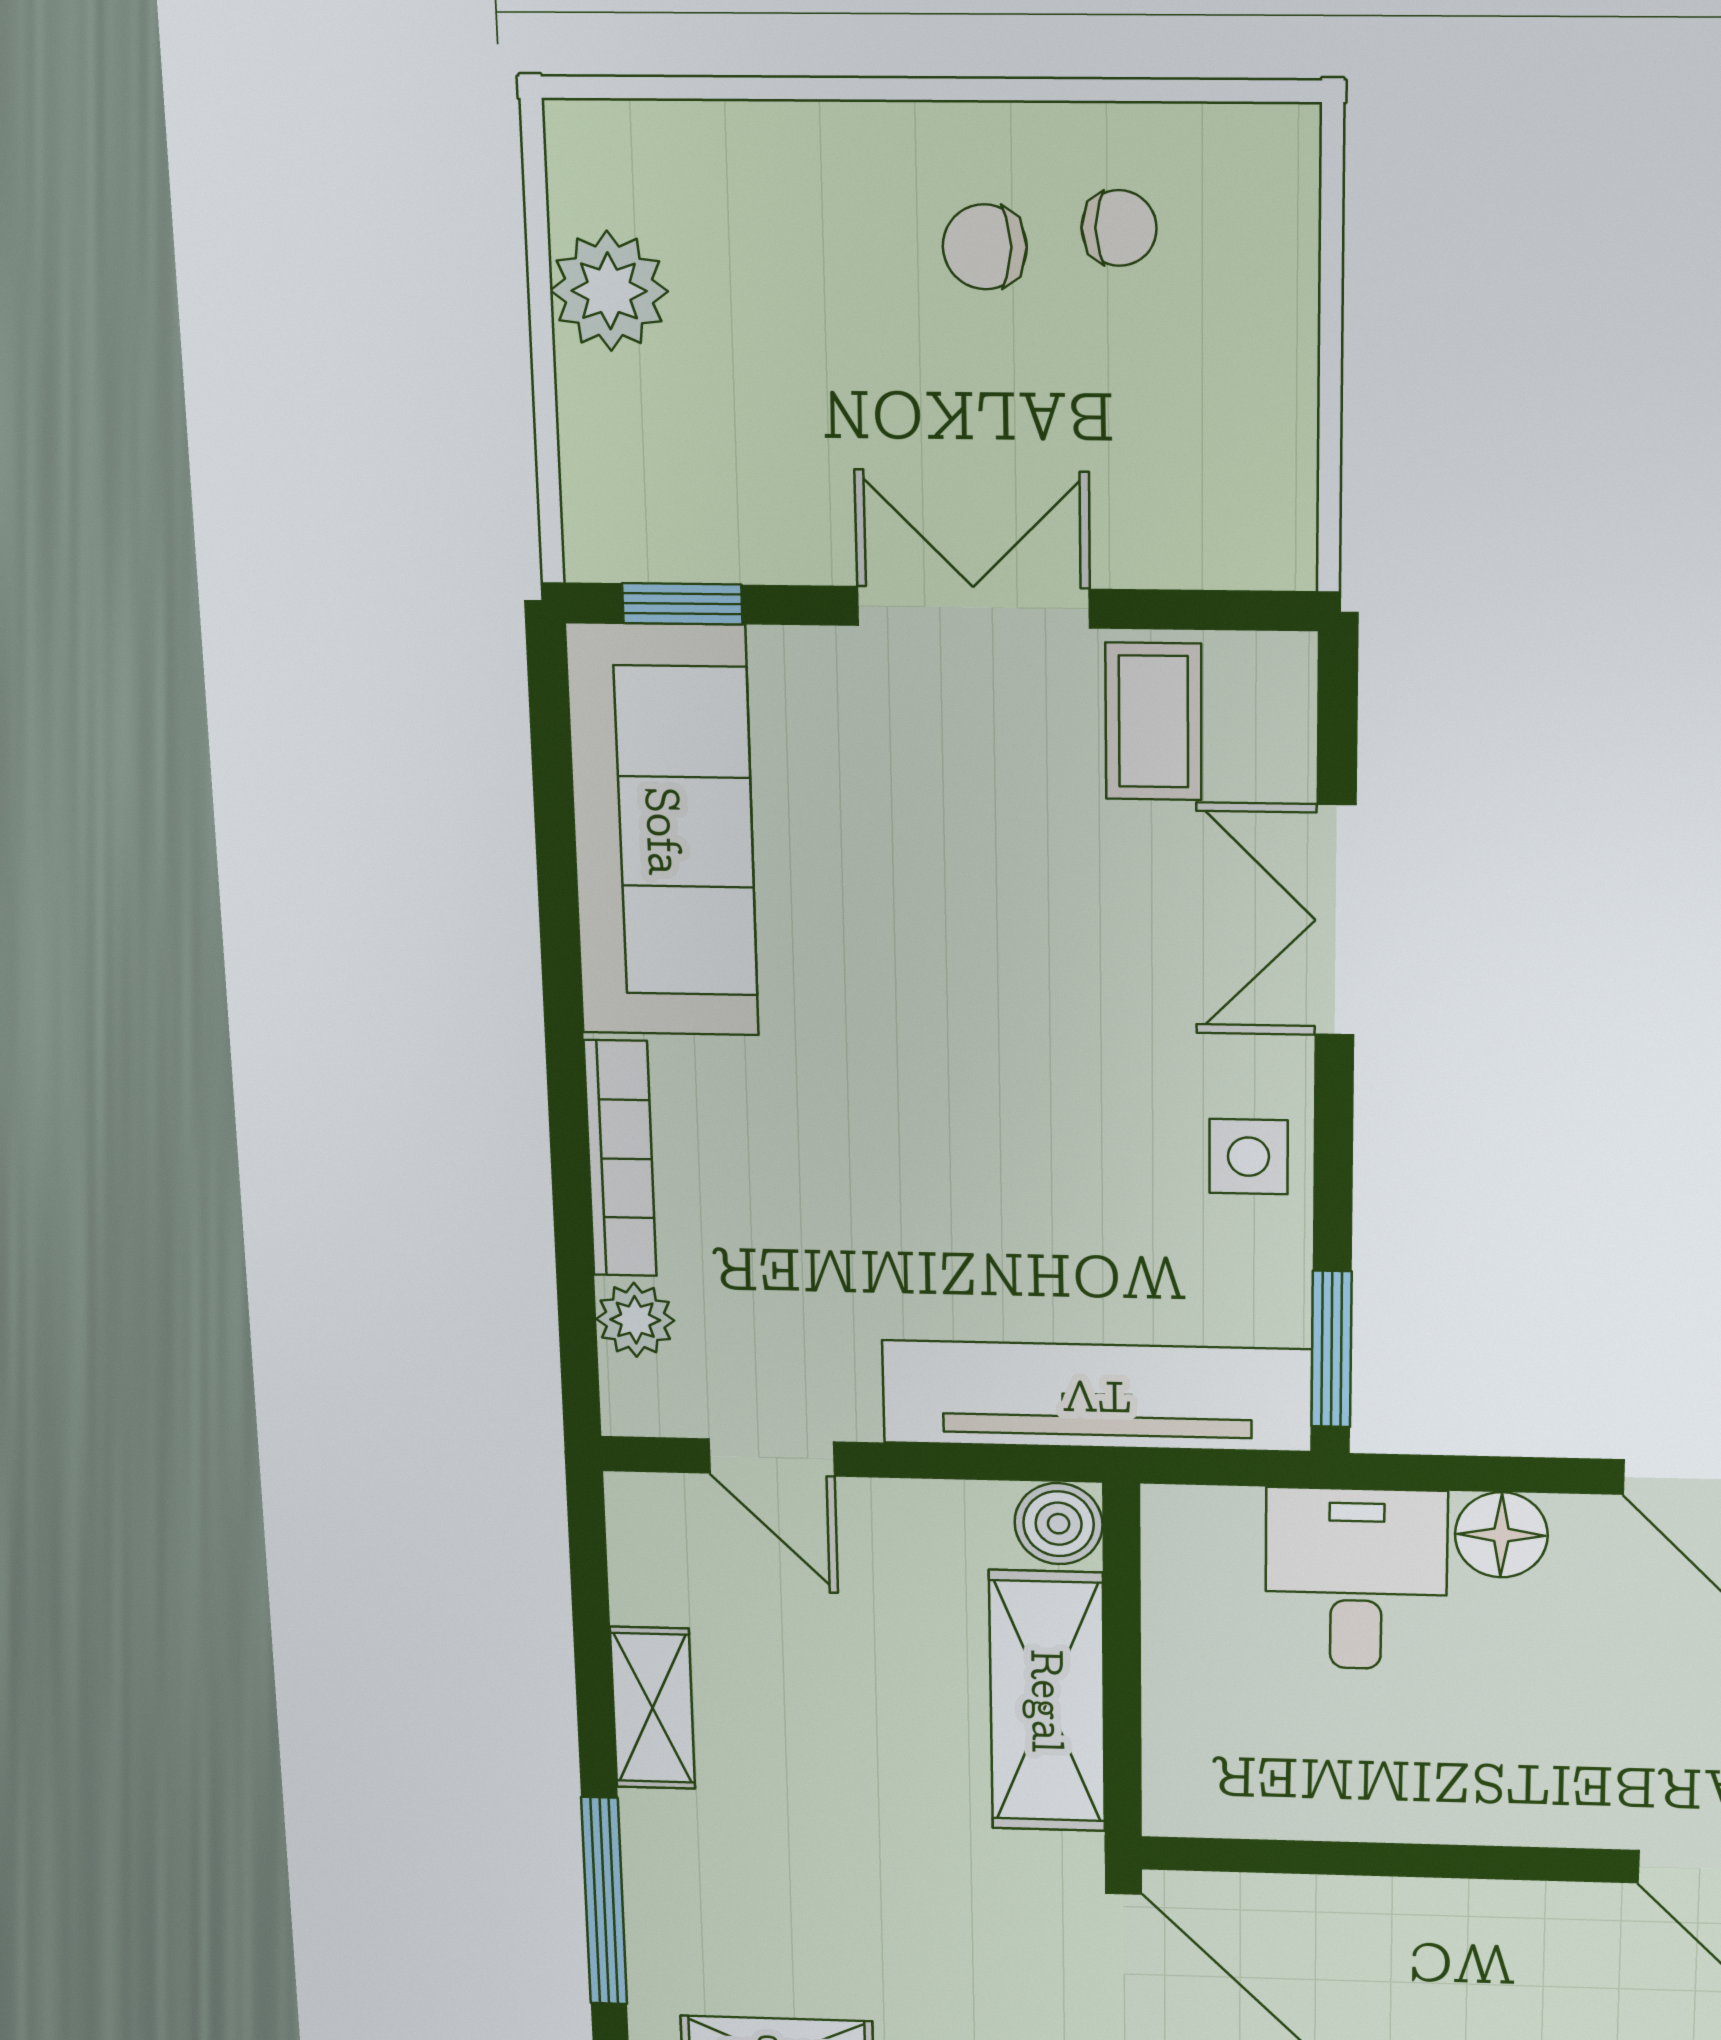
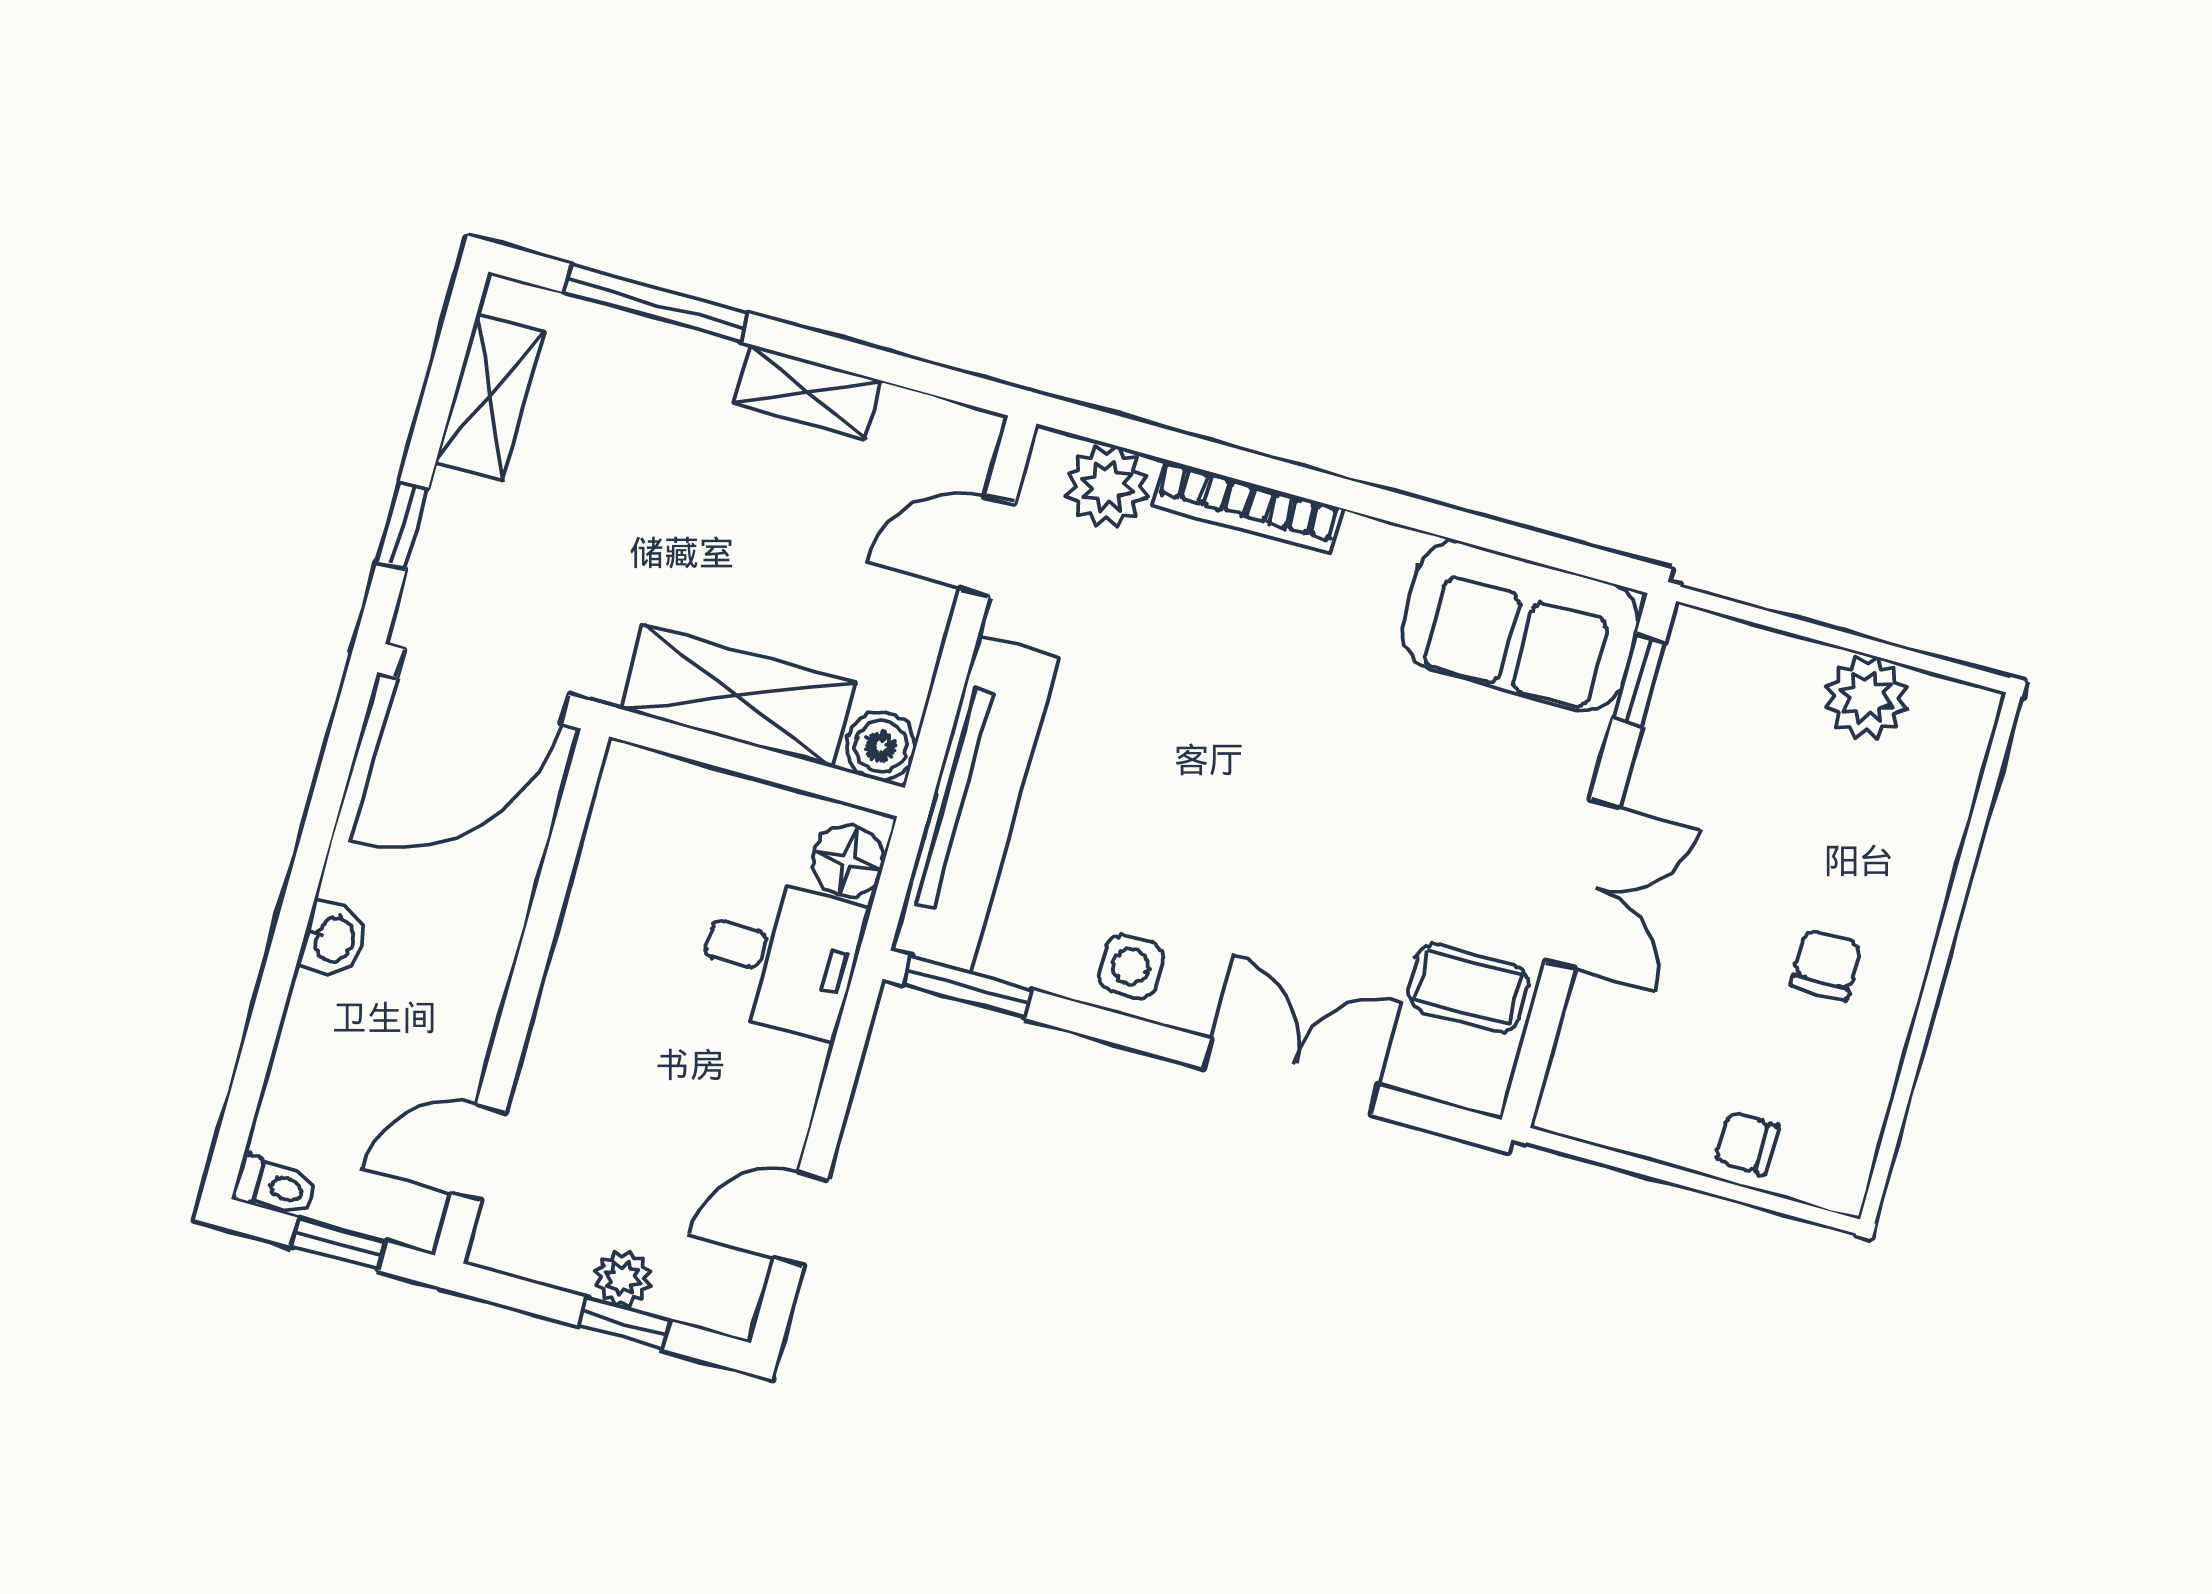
chair: (1119, 228) -> (1747, 1144), moved, turned 90
sofa: (663, 831) -> (1520, 626), width x0.73
plant: (635, 1320) -> (1107, 486), width x1.38, depth x1.38
floor lamp: (1501, 1535) -> (848, 861), moved

